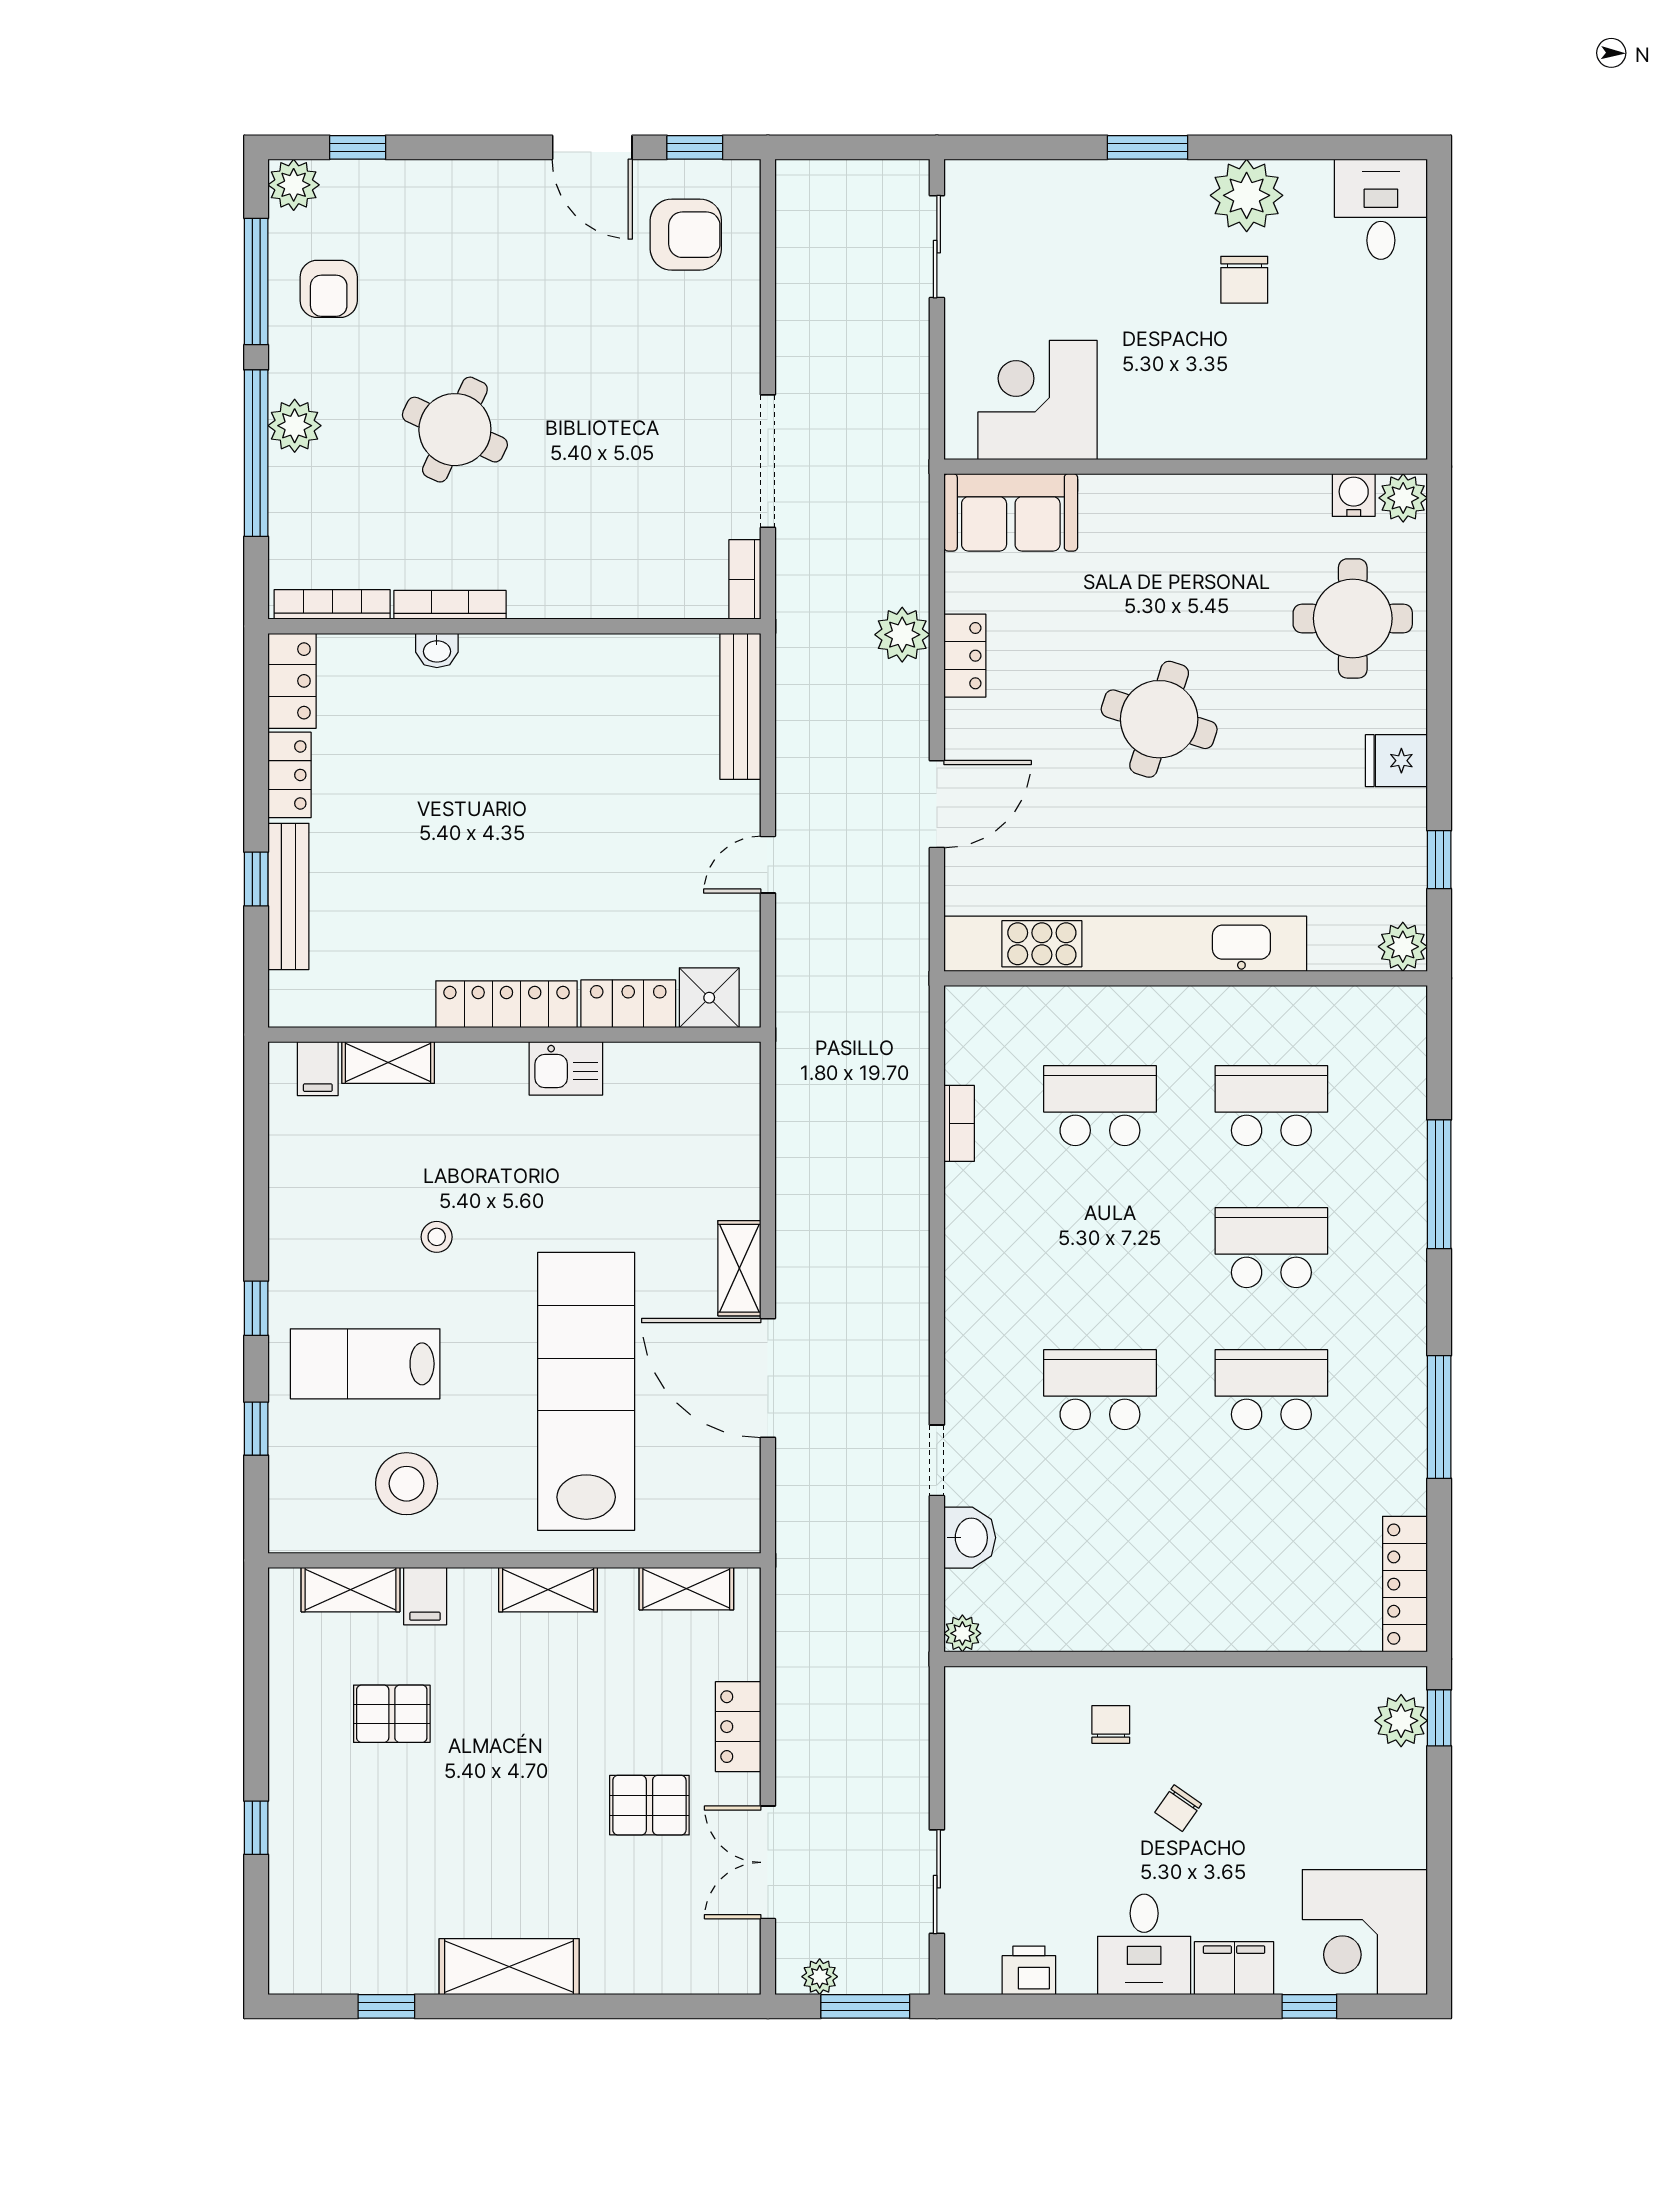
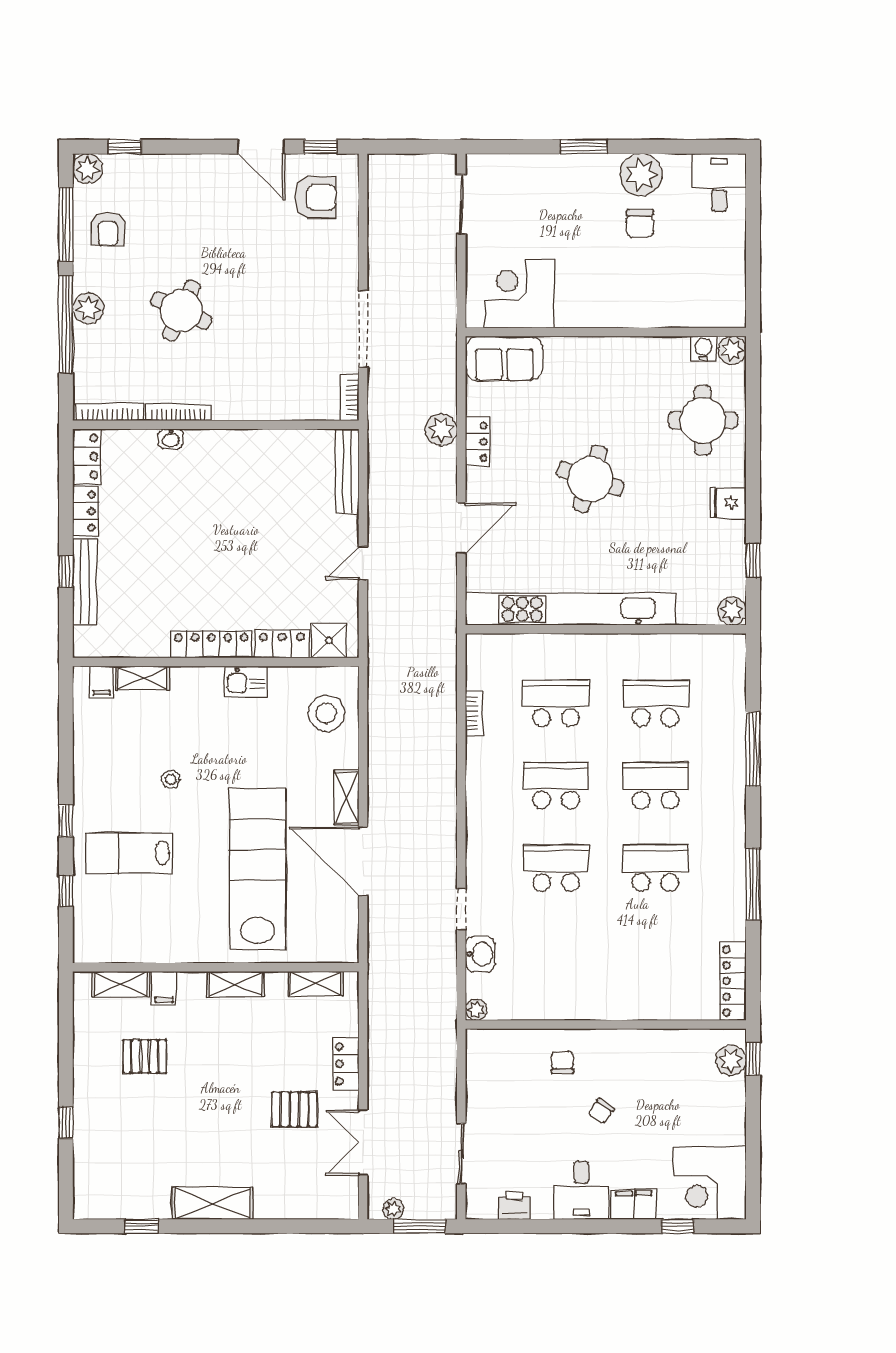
school desk: (1100, 1248) -> (556, 786), added
stool: (407, 1484) -> (326, 713), moved

